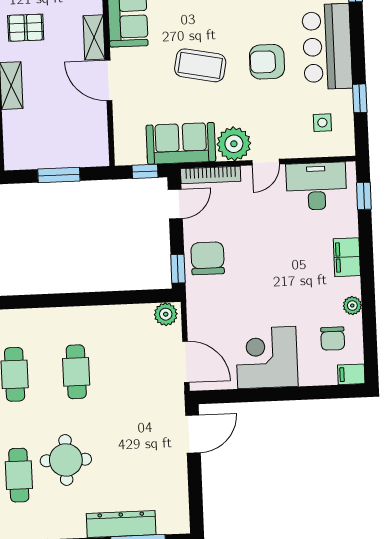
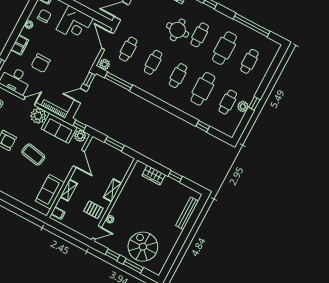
door: (109, 80) -> (79, 159), moved
plant: (133, 152) -> (80, 136), added
door: (175, 204) -> (80, 96), moved
chair: (208, 258) -> (41, 63), moved
window: (120, 298) -> (119, 81), added
cafe table: (138, 369) -> (128, 49), added

